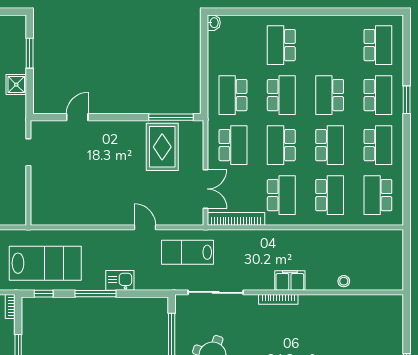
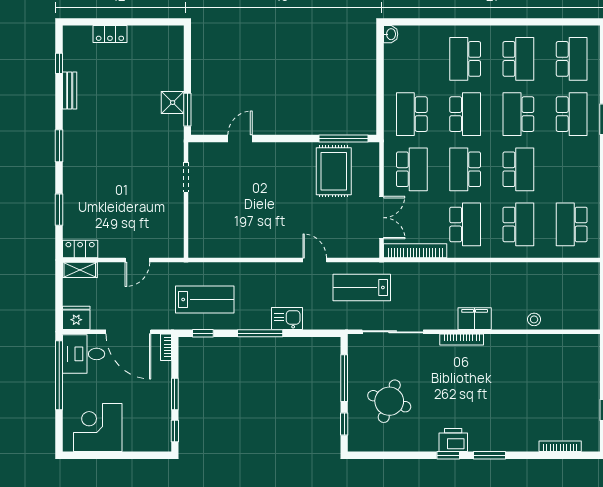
window: (30, 53) -> (187, 110), moved
school desk: (378, 145) -> (518, 59), moved
lab bench: (45, 263) -> (205, 300), width x0.73, depth x0.72

